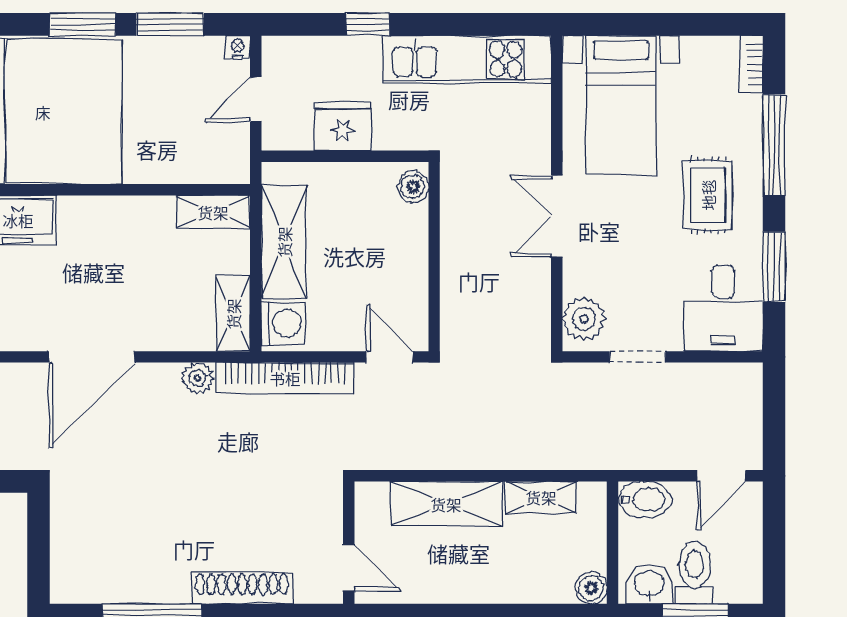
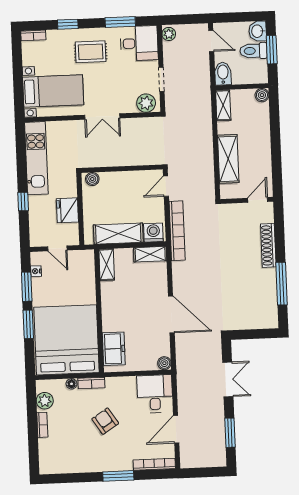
nightstand: (238, 47) -> (36, 271), moved
window: (774, 145) -> (68, 24), width x0.46
plant: (197, 378) -> (169, 34), moved
shelving: (541, 497) -> (223, 105), moved
washbasin: (649, 584) -> (258, 31), moved

